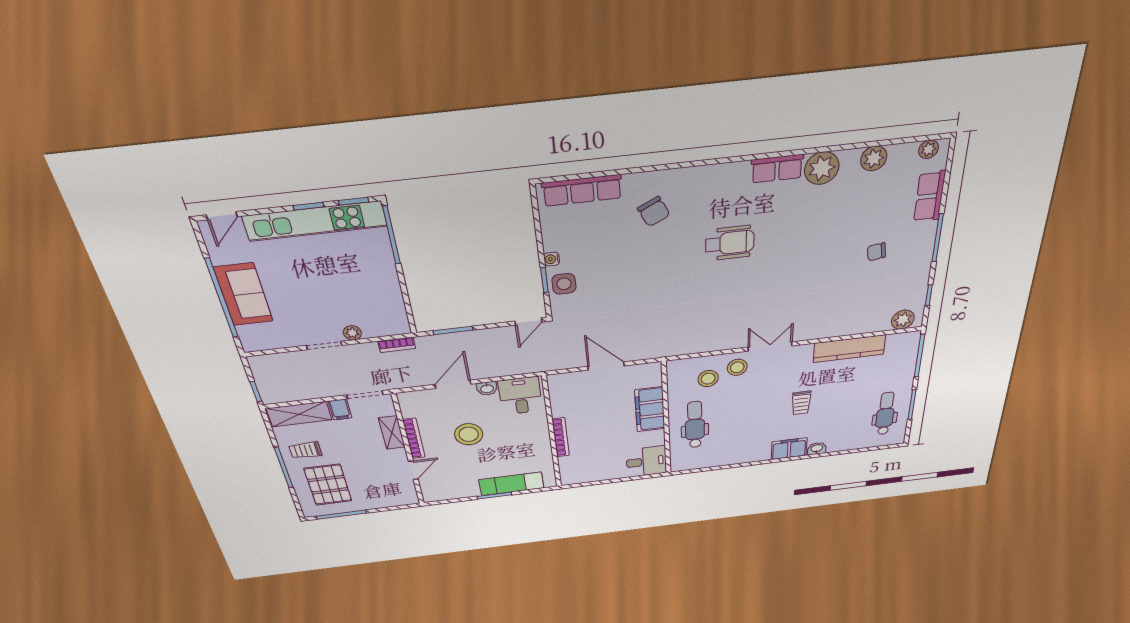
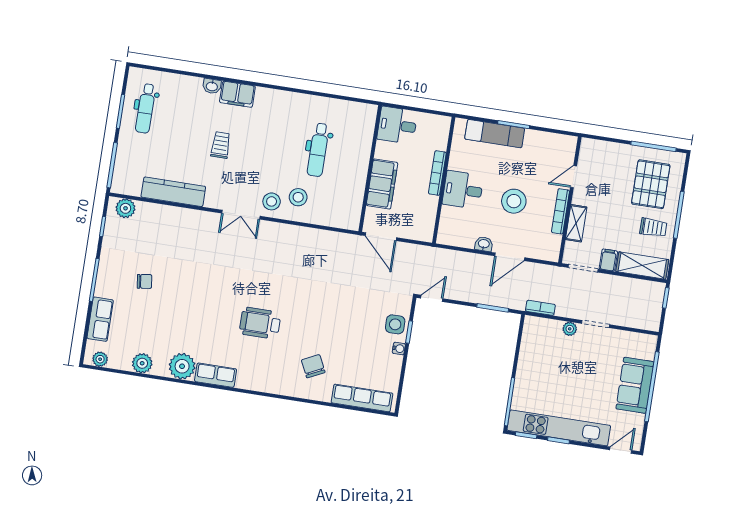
desk: (520, 396) -> (463, 190), moved, turned 90
filing cabinet: (650, 409) -> (382, 184), moved
wall: (666, 419) -> (370, 169), moved
desk: (646, 461) -> (397, 125), moved

